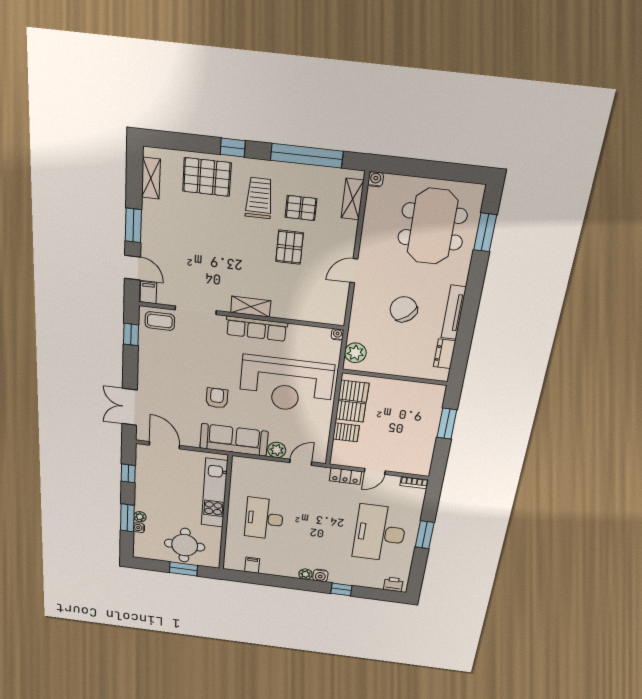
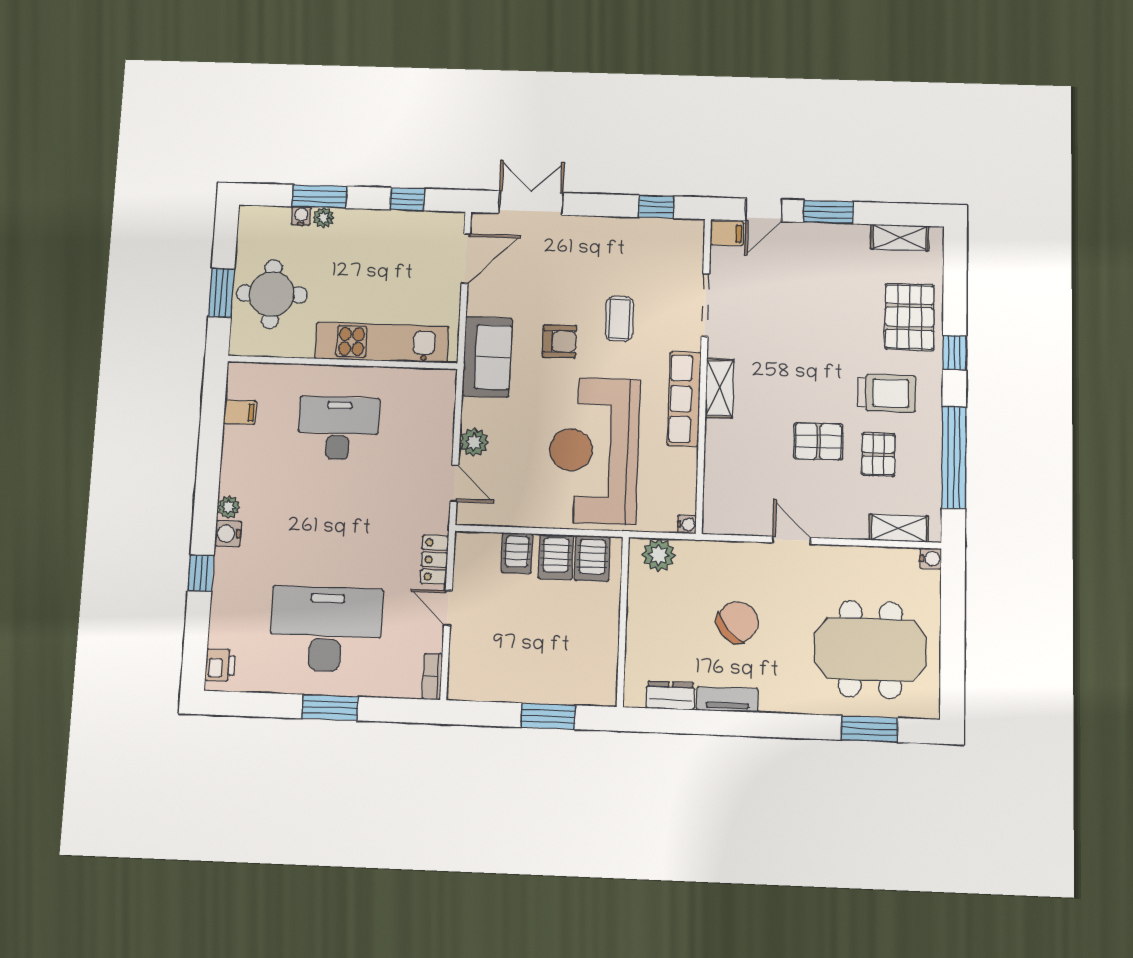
tv unit: (454, 312) -> (728, 699), width x0.71
coffee table: (160, 321) -> (619, 319), moved
sofa: (234, 440) -> (487, 357), width x0.73

